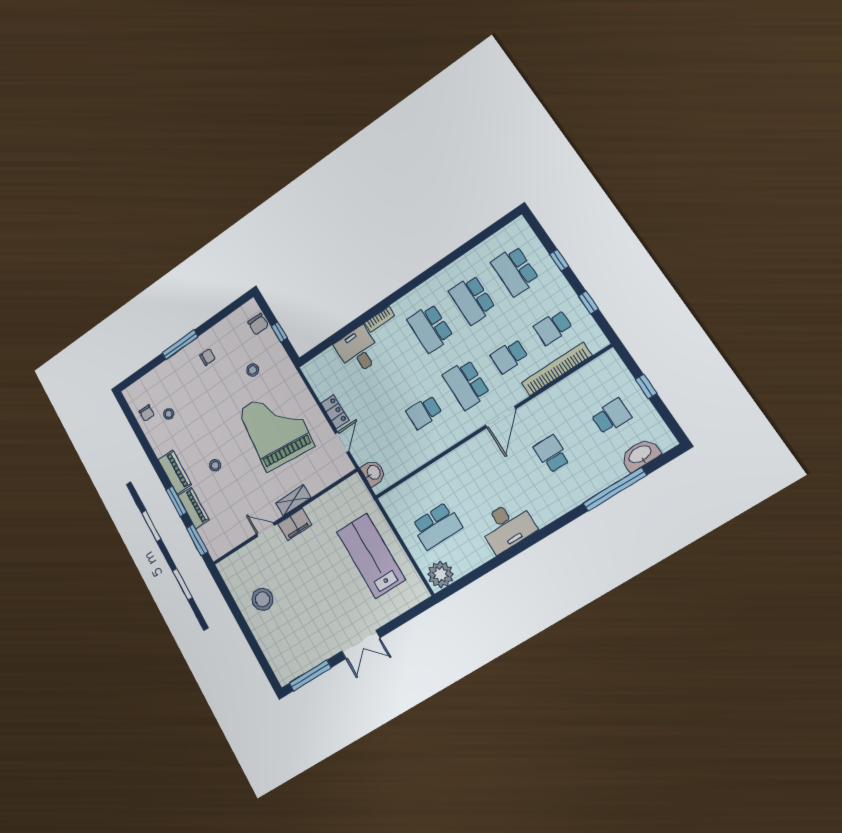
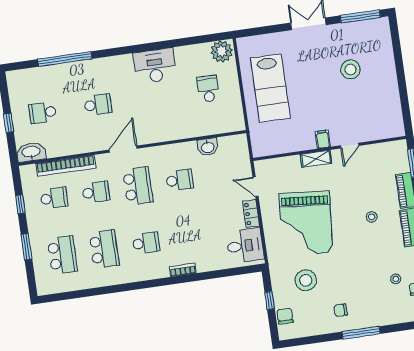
window: (559, 260) -> (26, 247), width x1.50
school desk: (430, 328) -> (146, 243), width x0.54
desk: (358, 350) -> (245, 246), moved, turned -90
stool: (253, 370) -> (306, 280), width x1.89, depth x1.89
door: (342, 442) -> (256, 187), hinge flipped
school desk: (552, 454) -> (98, 105), turned -90
washbasin: (640, 455) -> (31, 152), moved, turned 180
washbasin: (373, 473) -> (208, 147), moved, turned -90
filing cabinet: (295, 524) -> (323, 139), width x0.50
school desk: (437, 526) -> (208, 89), width x0.54
door: (266, 530) -> (350, 146), hinge flipped
stool: (262, 599) -> (350, 69), moved

